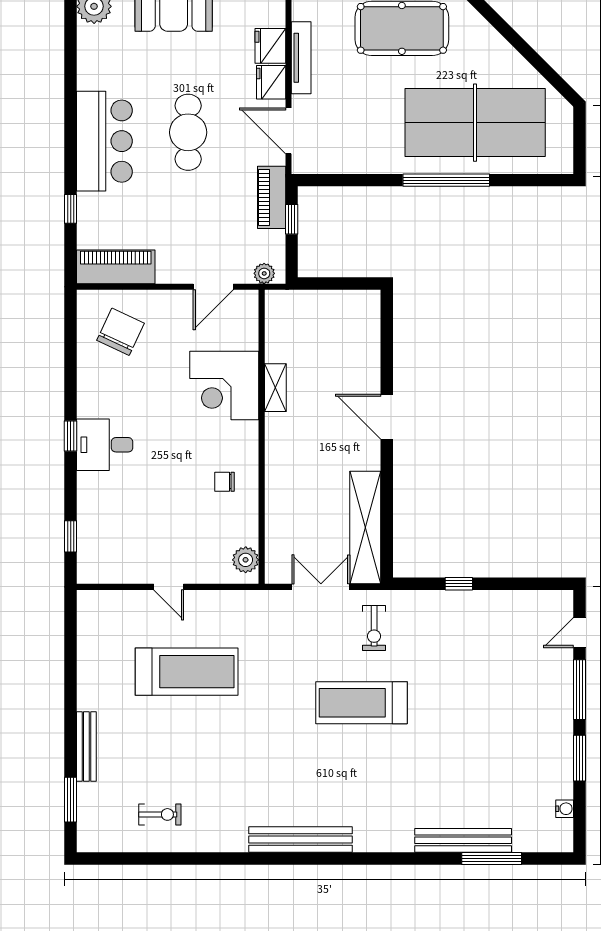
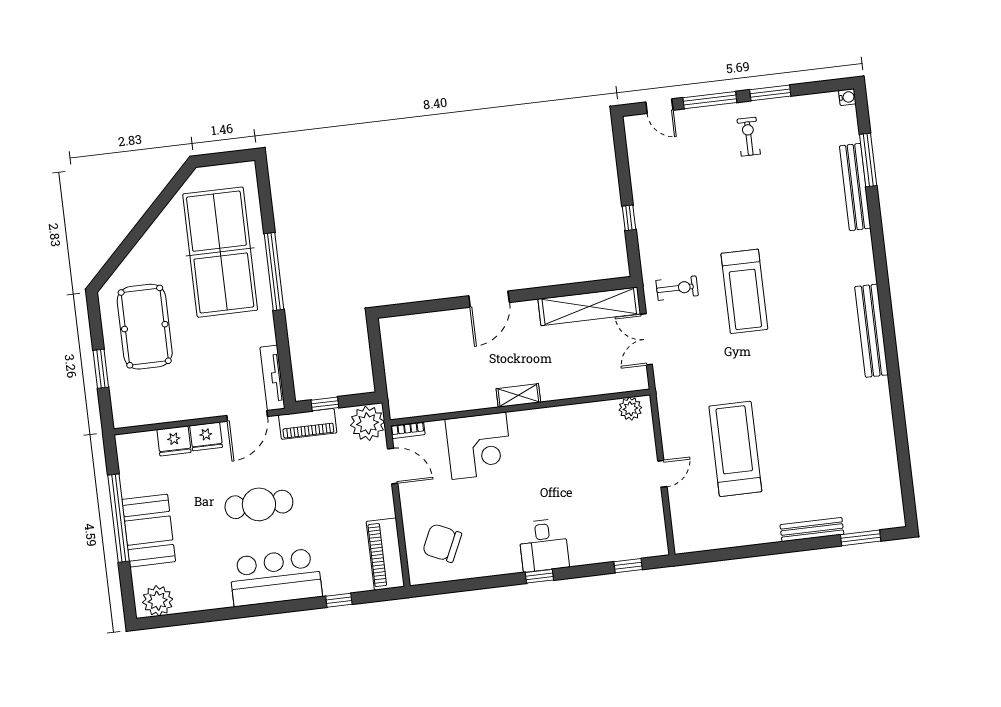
tv unit: (301, 58) -> (272, 378), moved, turned -90
plant: (264, 273) -> (368, 423), width x1.87, depth x1.87
bookcase: (251, 308) -> (408, 430), added
shelving: (275, 388) -> (518, 395), moved
chair: (224, 482) -> (564, 436), removed
water cooler: (565, 809) -> (847, 97), moved, turned 90
exercise bike: (160, 814) -> (749, 137), moved

